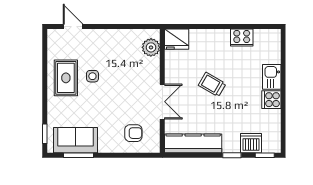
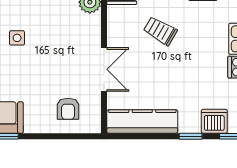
trolley: (212, 84) -> (160, 31), moved
armchair: (133, 133) -> (68, 109), turned 90

